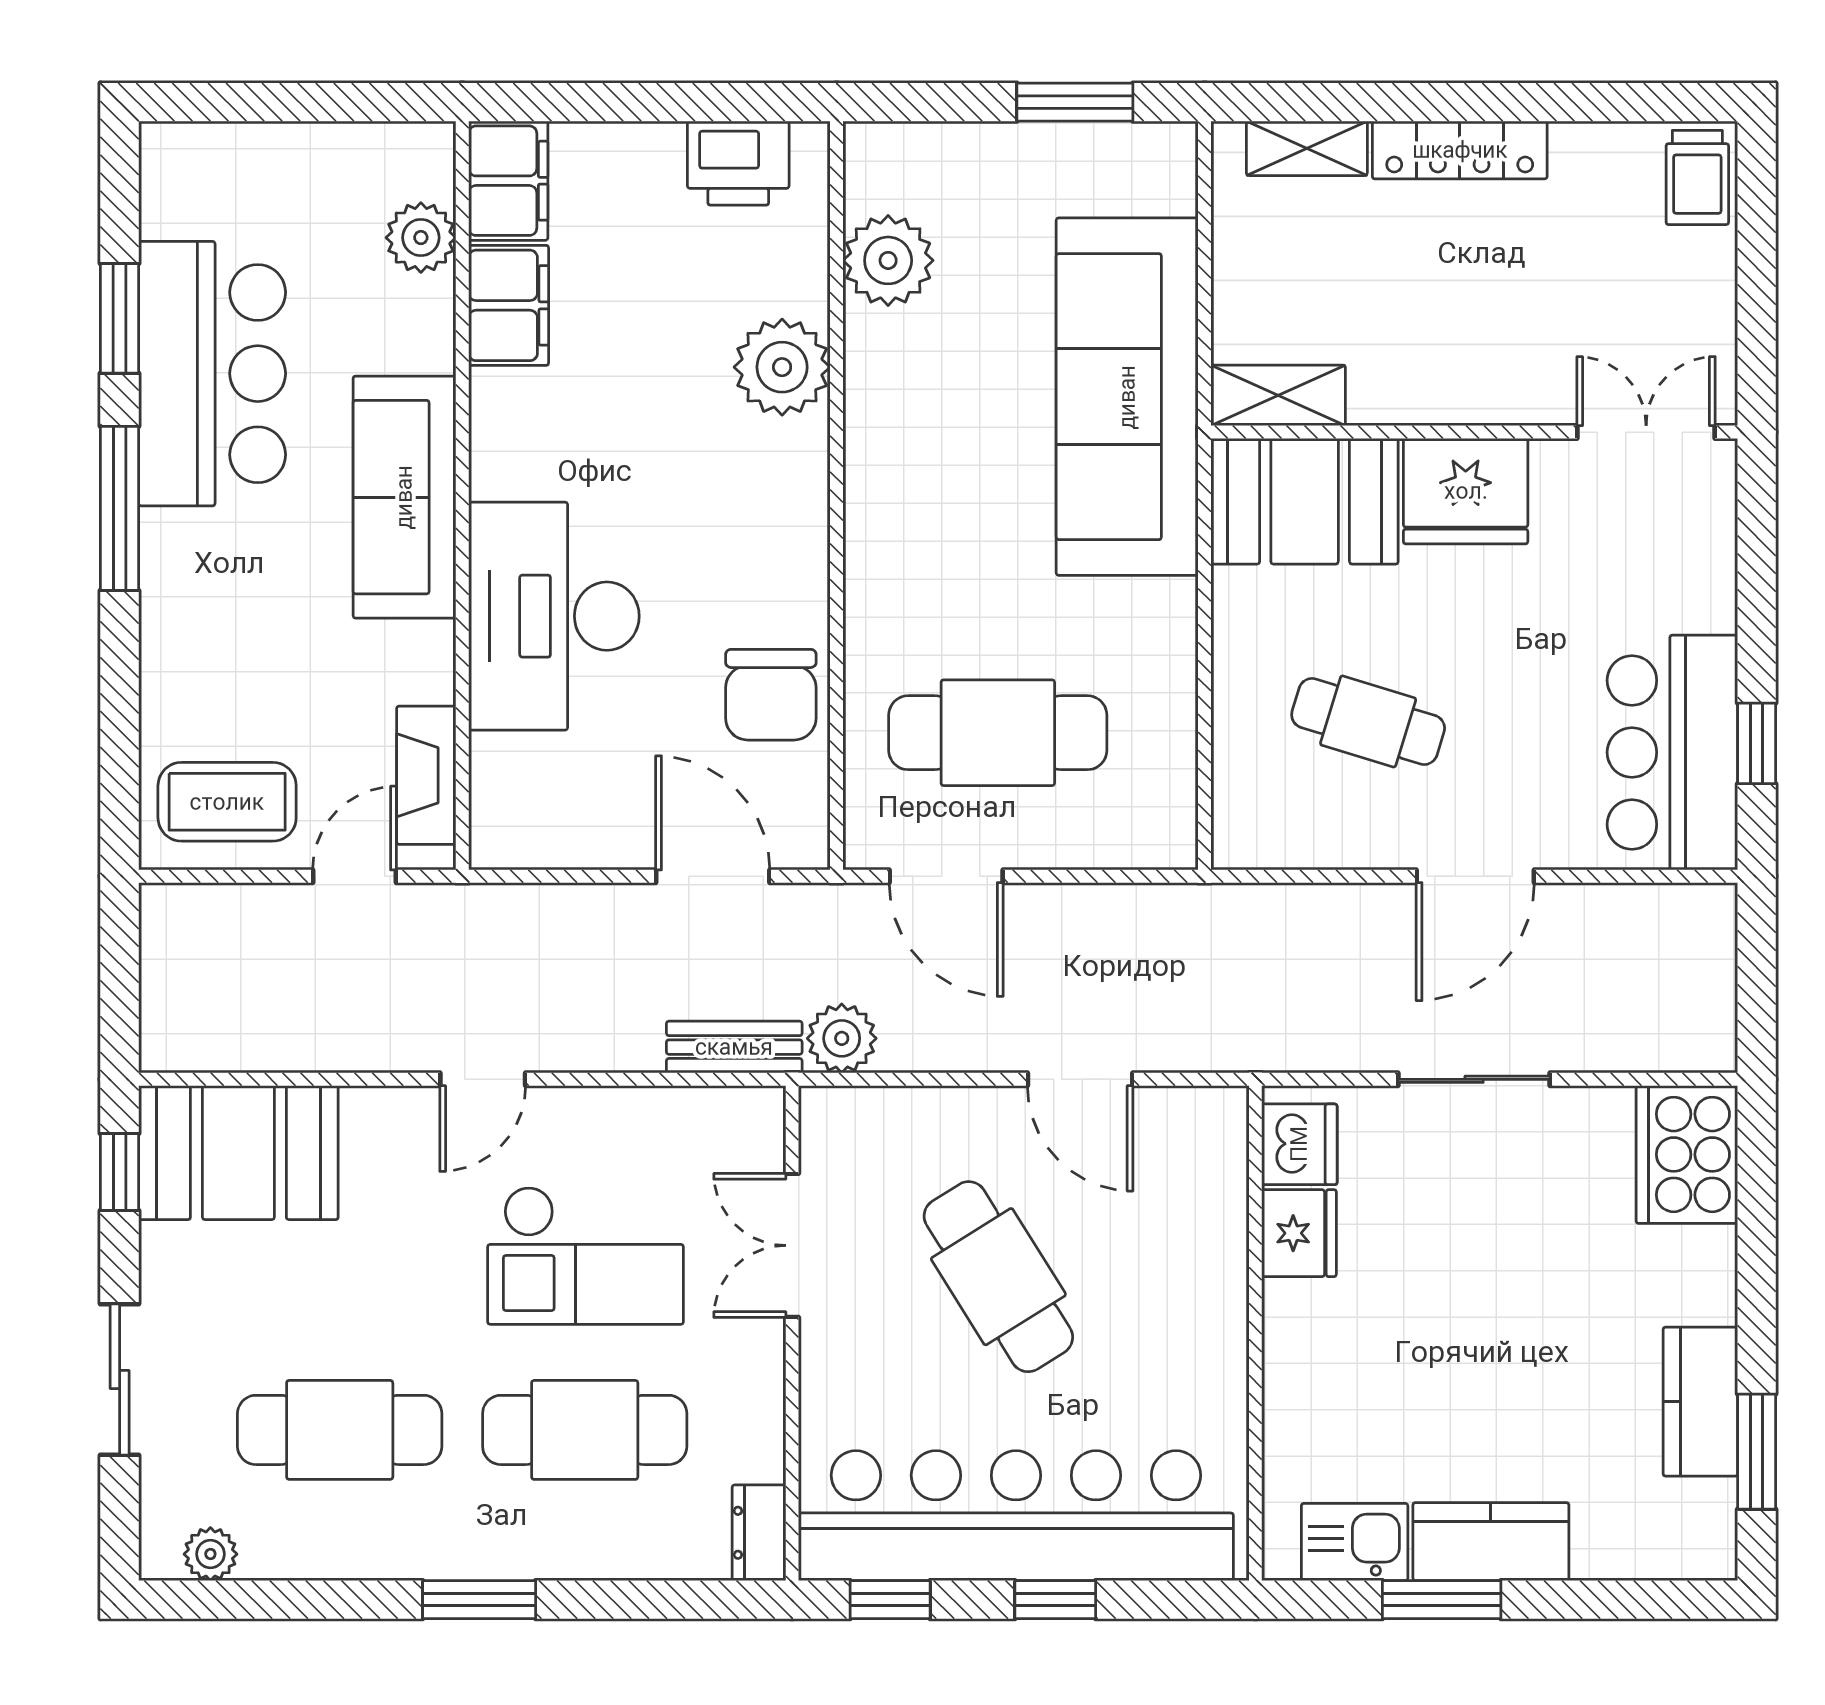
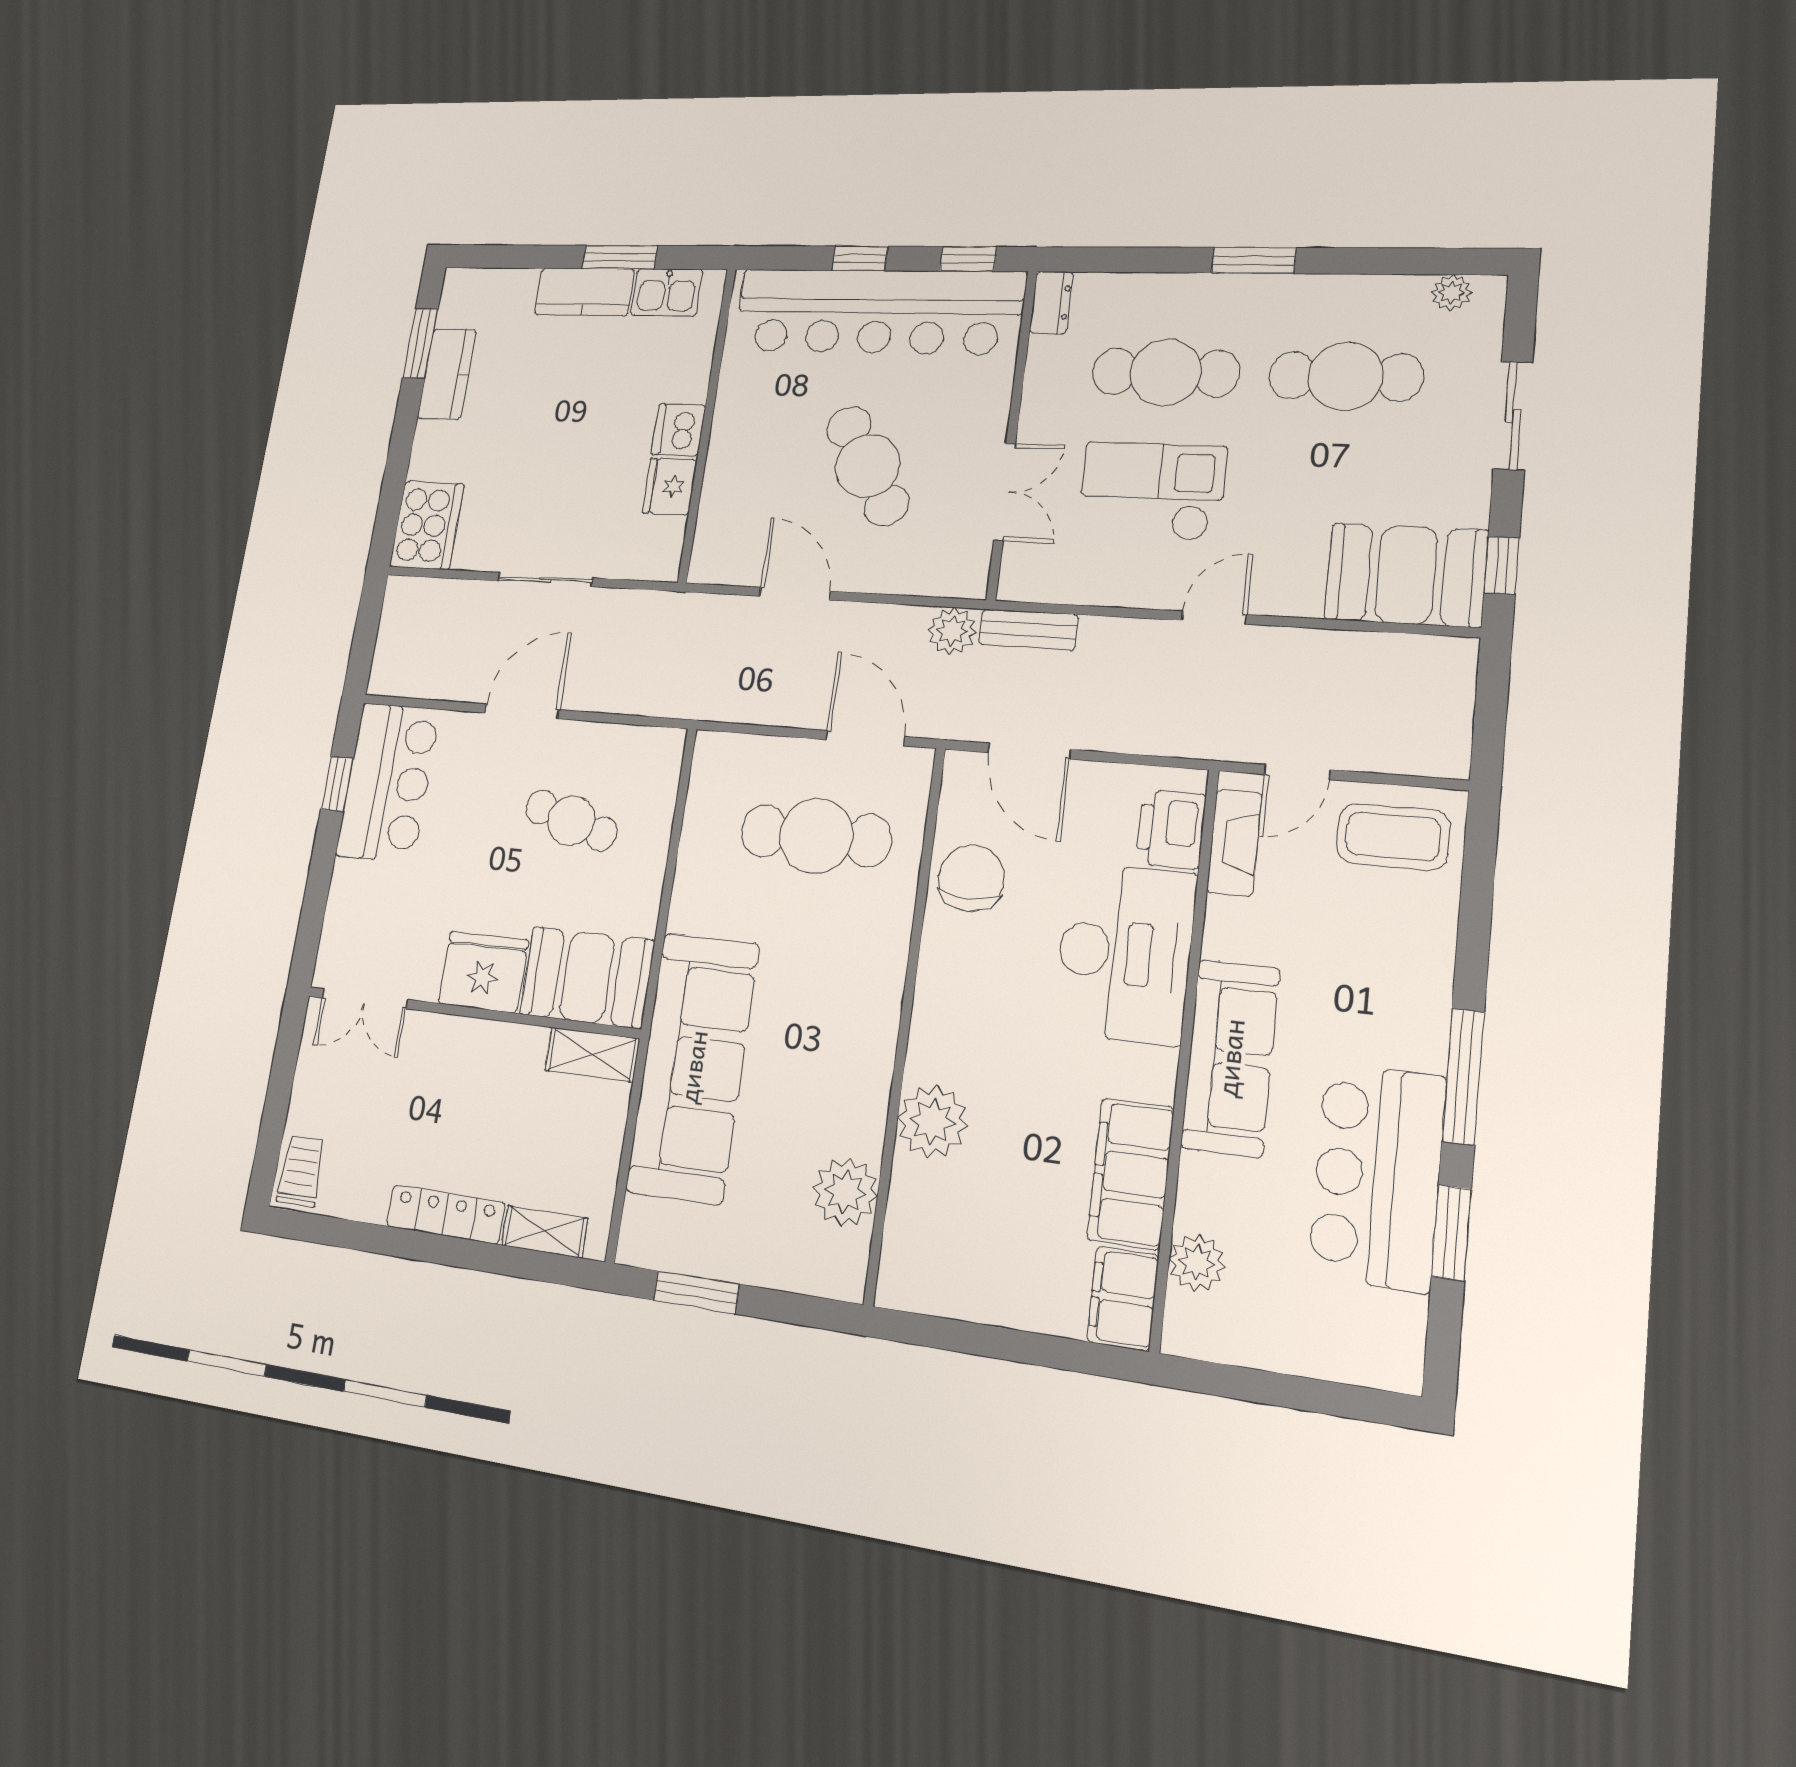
printer: (738, 163) -> (1171, 829), moved, turned -90
filing cabinet: (509, 305) -> (1131, 1174), width x1.50, depth x1.17
dishwasher: (1299, 1144) -> (678, 430), moved

